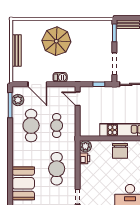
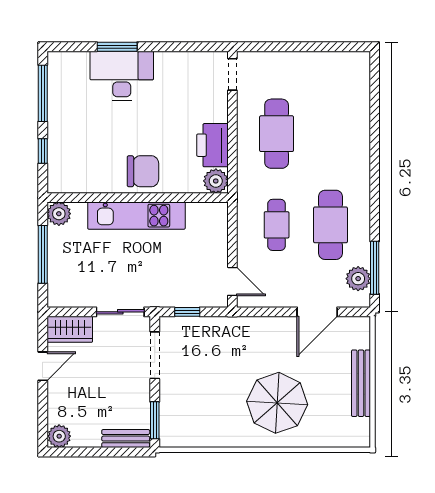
barbecue: (60, 77) -> (269, 327), removed
door: (37, 84) -> (317, 312), swing flipped
chair: (120, 151) -> (143, 171), turned 90
printer: (85, 158) -> (212, 145), width x1.87, depth x1.48
booth: (23, 183) -> (347, 103), removed

